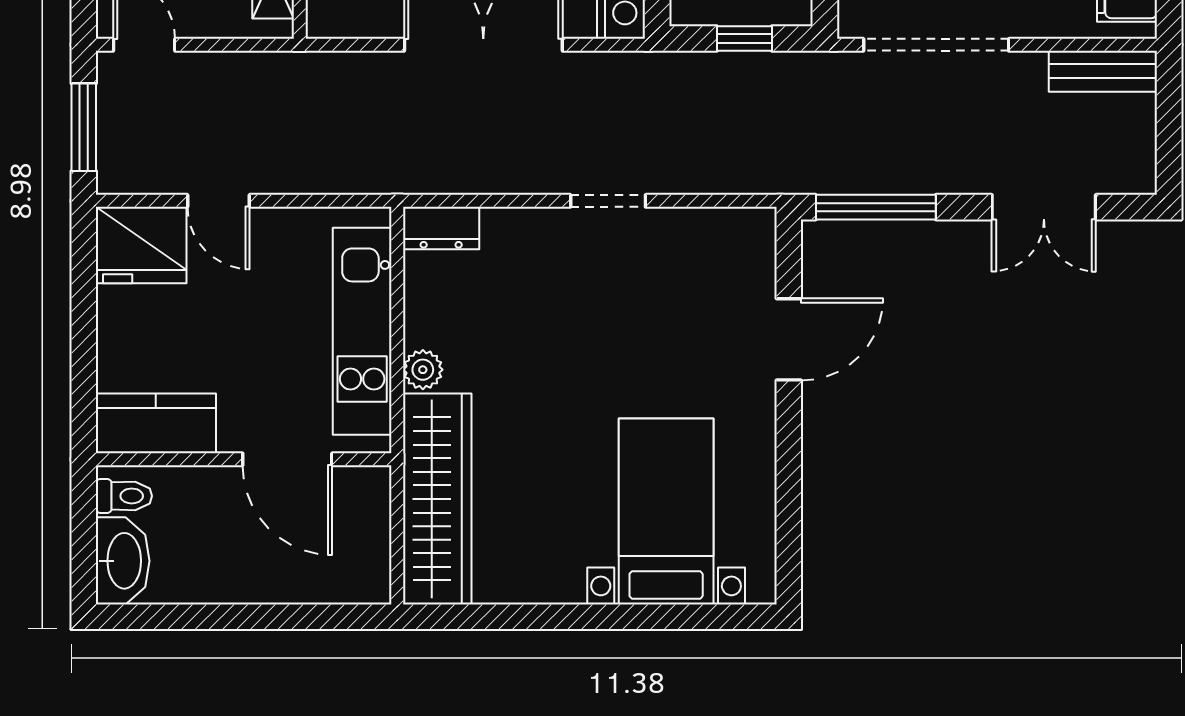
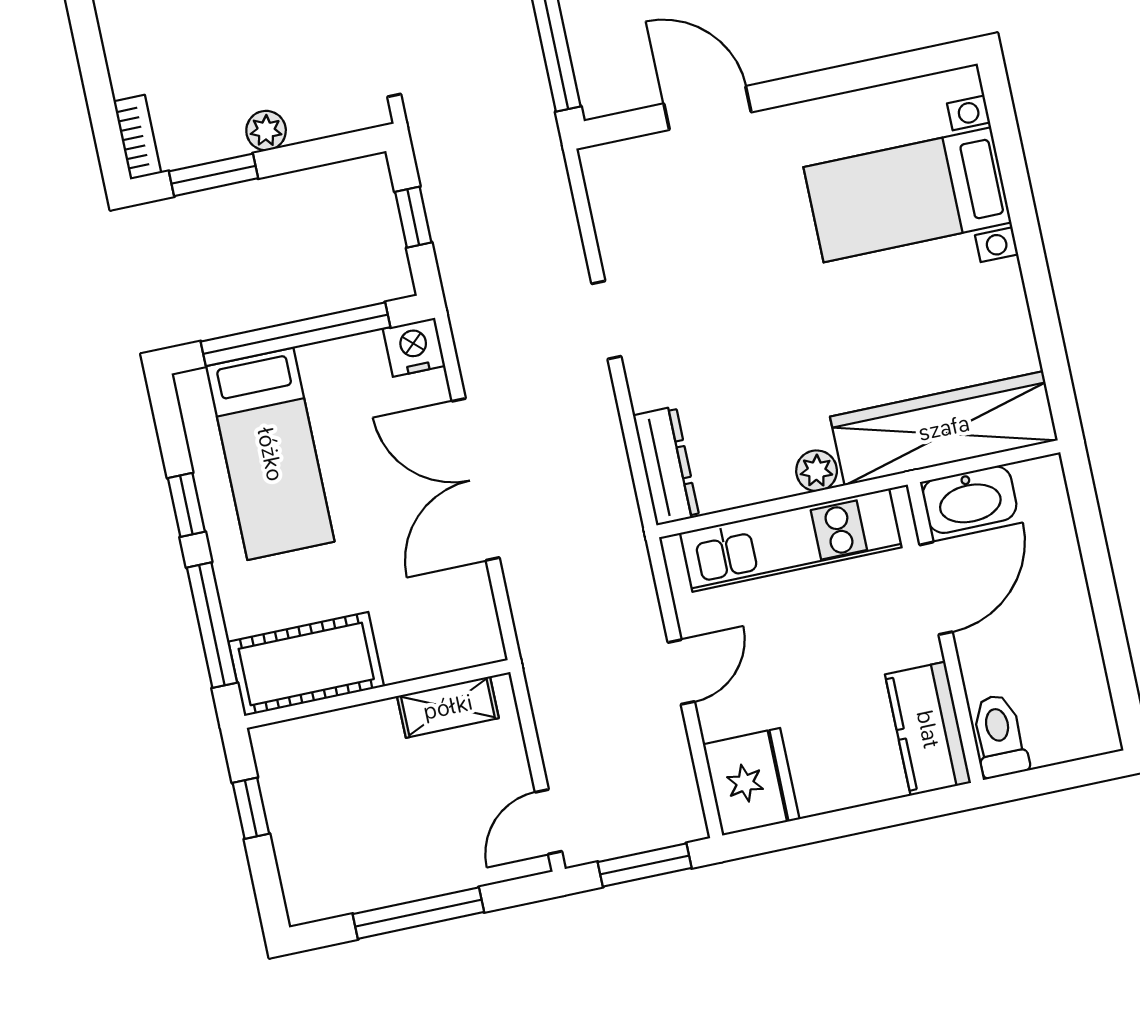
door: (219, 201) -> (681, 672), moved
dresser: (441, 228) -> (666, 466), width x1.44
toilet: (124, 496) -> (999, 736), width x1.37, depth x1.39
washbasin: (123, 561) -> (969, 500), moved, turned 180

